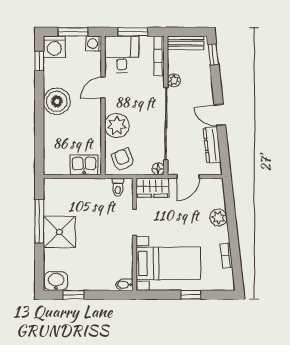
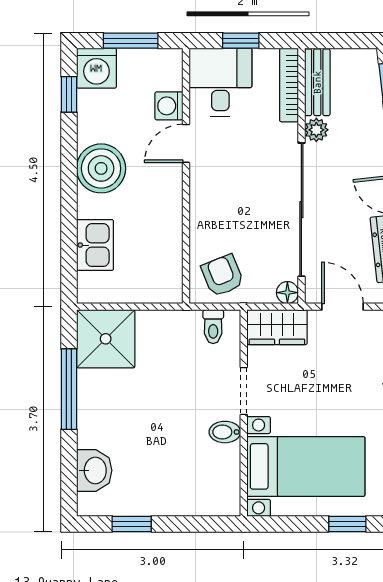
window: (133, 32) -> (241, 41), width x0.67
bench: (186, 43) -> (317, 82), moved, turned 90
washing machine: (94, 44) -> (169, 106), moved
plant: (117, 126) -> (211, 213), removed
kitchen sink: (84, 165) -> (95, 245), moved, turned 90
door: (188, 176) -> (342, 307), swing flipped
shower: (59, 232) -> (106, 339), moved
washbasin: (56, 281) -> (94, 470), moved, turned 90
bidet: (124, 285) -> (225, 432), moved

